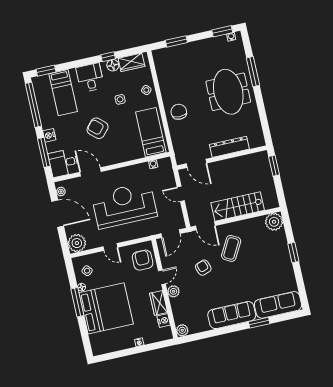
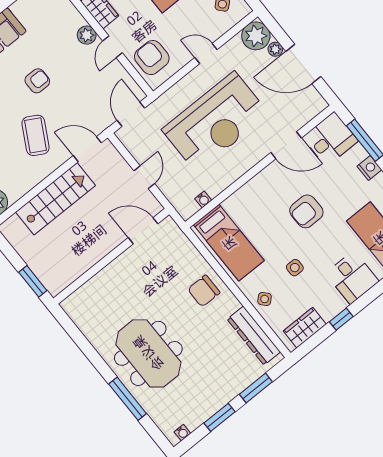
window: (222, 31) -> (219, 417), moved
floor lamp: (113, 65) -> (329, 310), removed
chair: (179, 112) -> (204, 291), turned 90
armchair: (98, 128) -> (306, 211), turned 137
dresser: (229, 147) -> (254, 336), moved, turned 90
plant: (61, 191) -> (275, 49), moved
door: (181, 194) -> (144, 177), hinge flipped
armchair: (143, 260) -> (152, 58), turned 180
armchair: (203, 268) -> (37, 81), moved, turned -71

